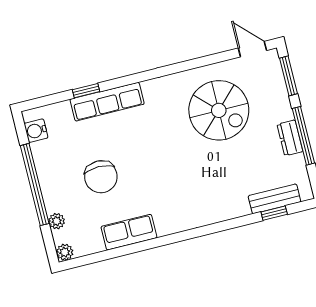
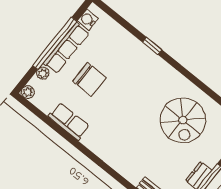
window: (86, 91) -> (152, 46), moved
row of seats: (107, 102) -> (66, 48), moved, turned -90
chair: (101, 177) -> (89, 80), turned -90

